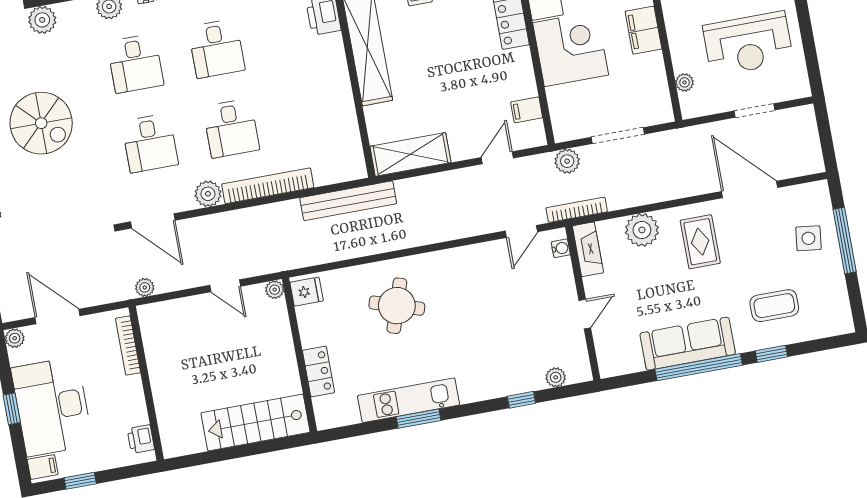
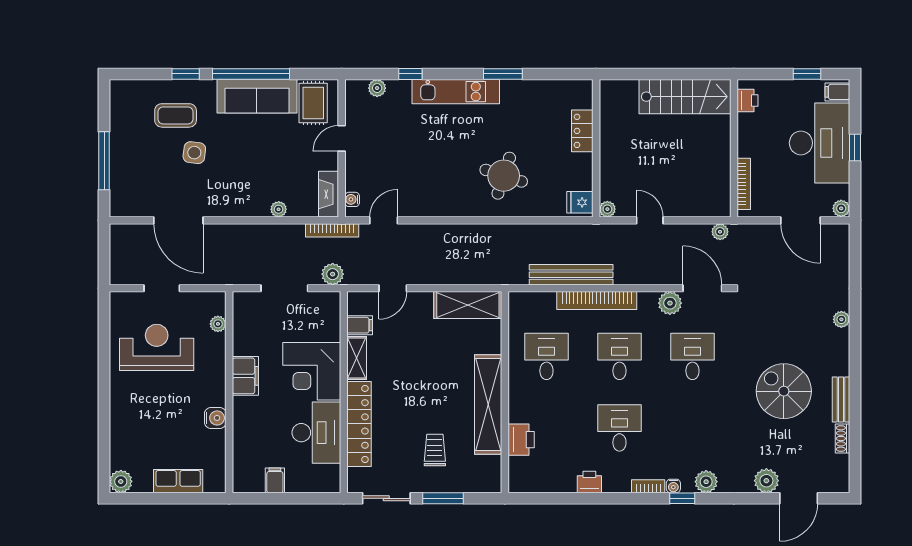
desk: (135, 63) -> (546, 356), moved
shelving: (523, 73) -> (357, 358), added
plant: (208, 194) -> (670, 303), moved
bench: (348, 201) -> (571, 275), moved
plant: (642, 230) -> (279, 209), width x0.53, depth x0.53
side table: (808, 238) -> (194, 153), moved
rug: (700, 242) -> (313, 103), moved
kitchen unit: (409, 400) -> (456, 92), moved
stairs: (255, 423) -> (685, 97), moved

